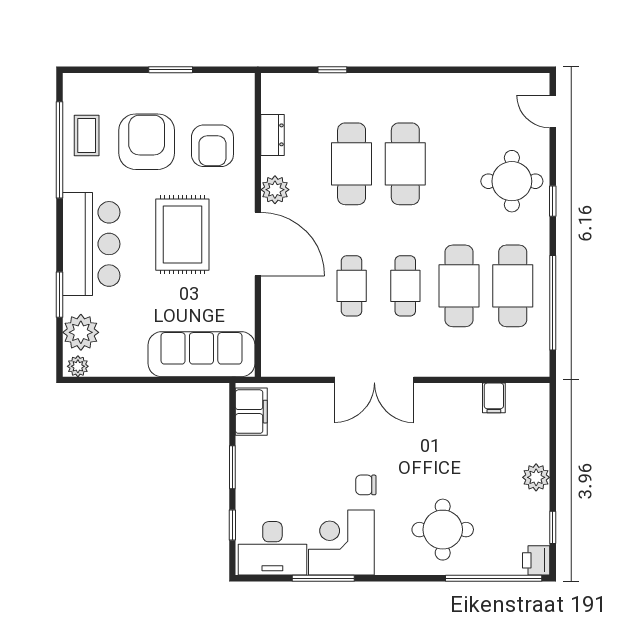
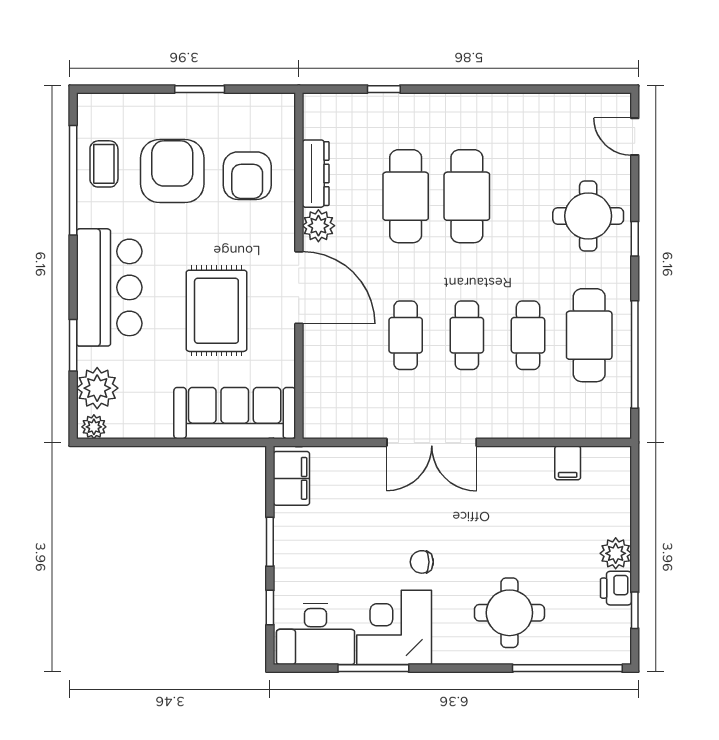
dresser: (272, 135) -> (316, 174), width x1.44
rug: (182, 235) -> (216, 311), moved
cafe table: (459, 286) -> (528, 335), width x0.73, depth x0.74
printer: (536, 560) -> (616, 588), moved

